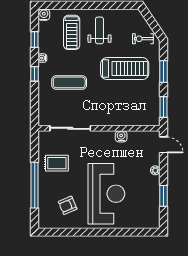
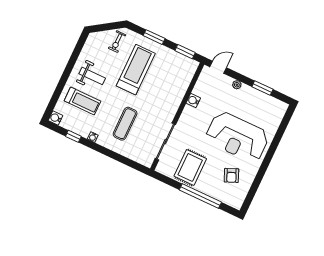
weight bench: (99, 30) -> (92, 76), turned 180
window: (35, 74) -> (103, 150), removed
rug: (57, 163) -> (190, 167), width x1.36, depth x1.43
reception desk: (106, 194) -> (237, 137), turned 180

